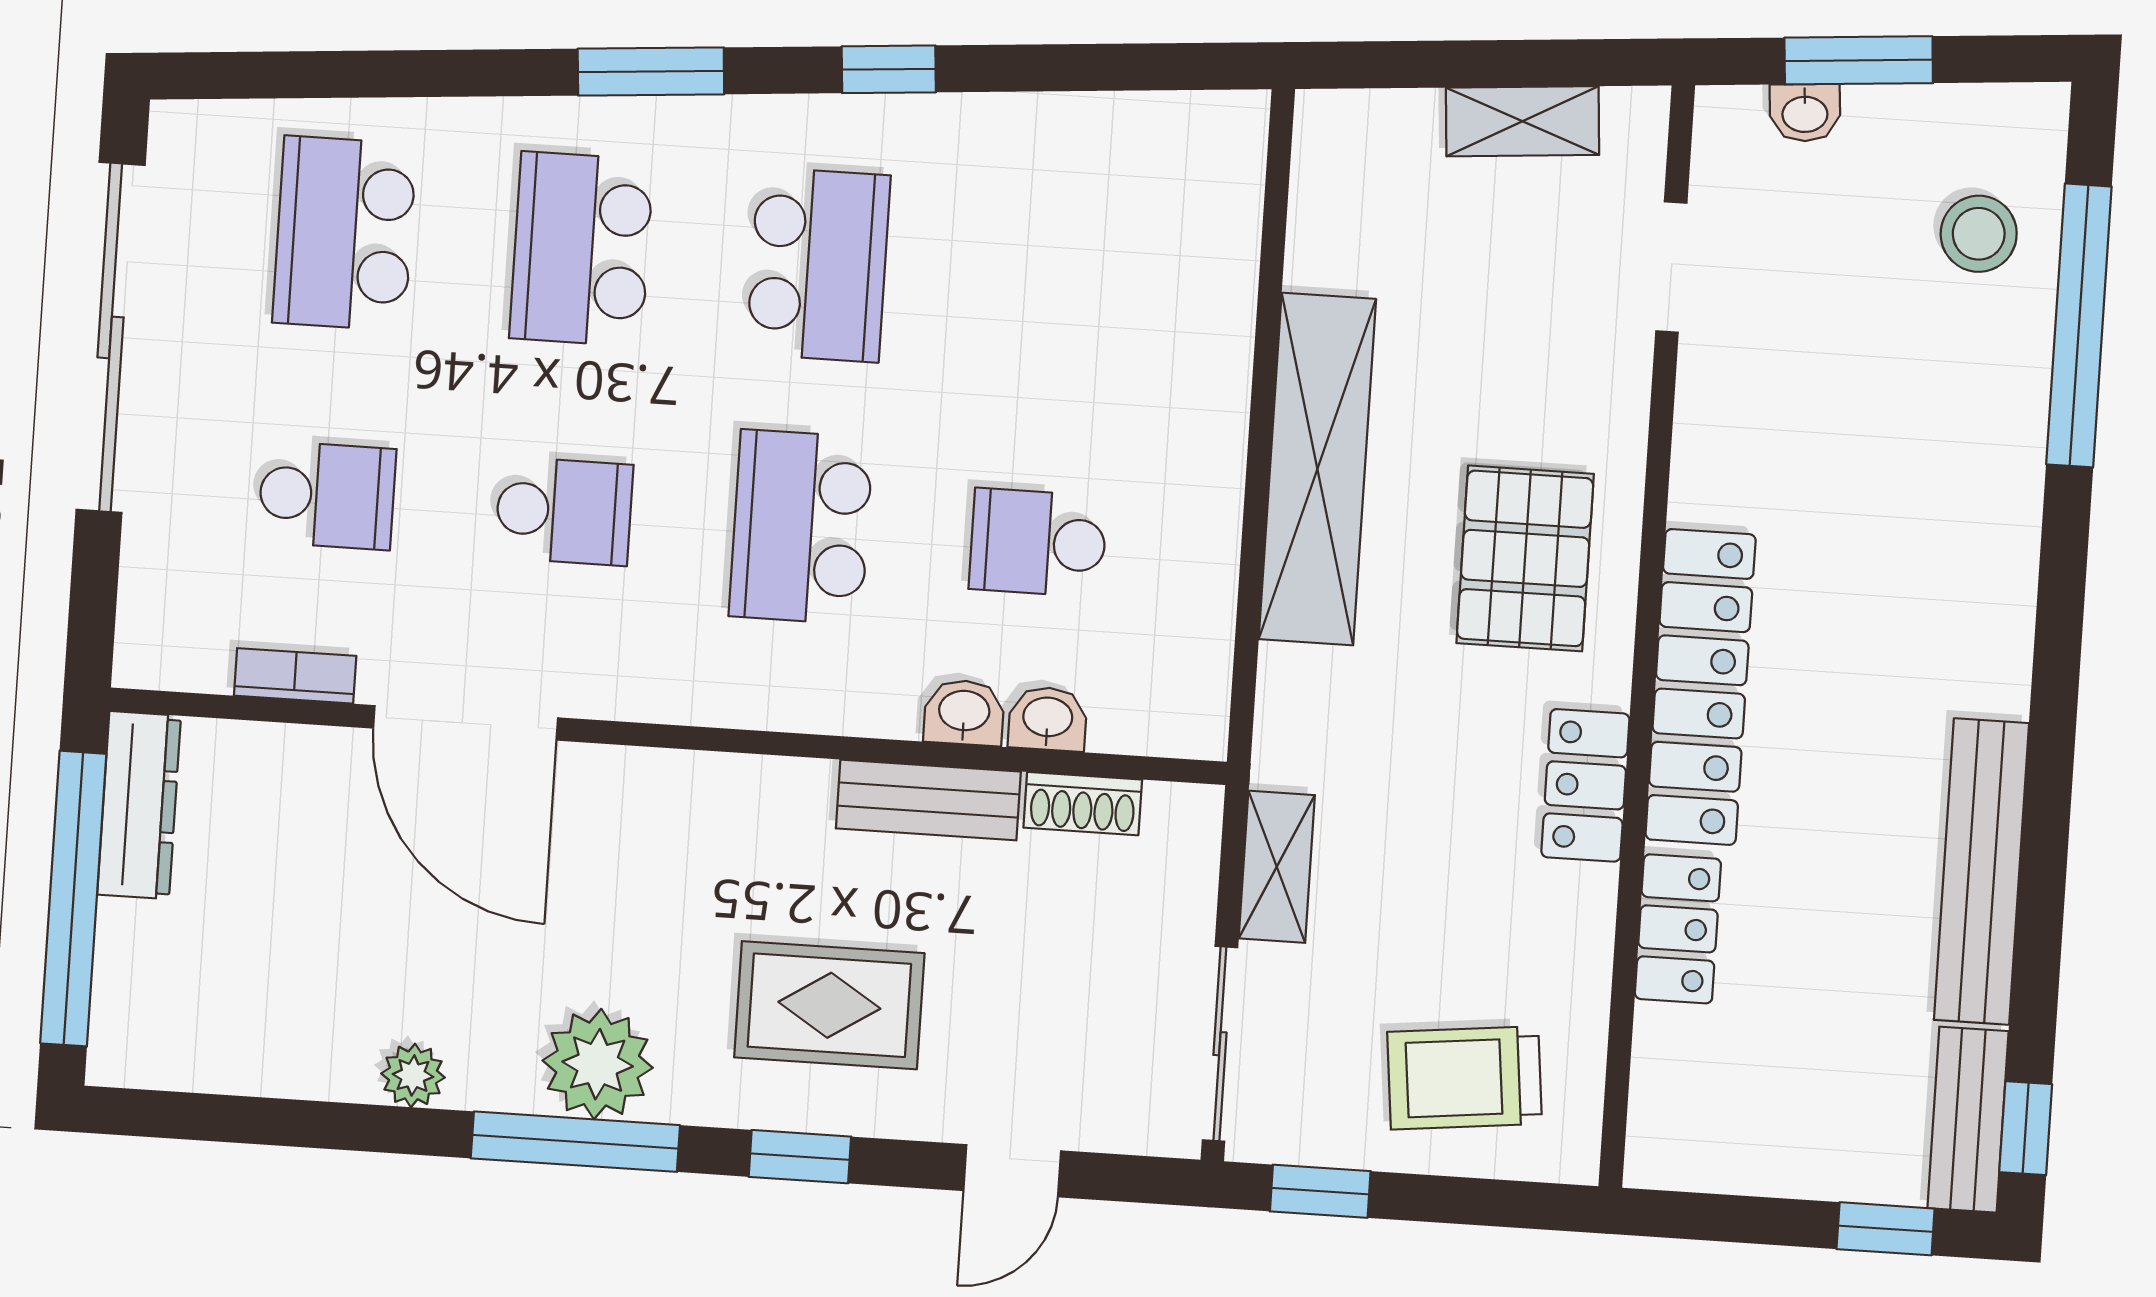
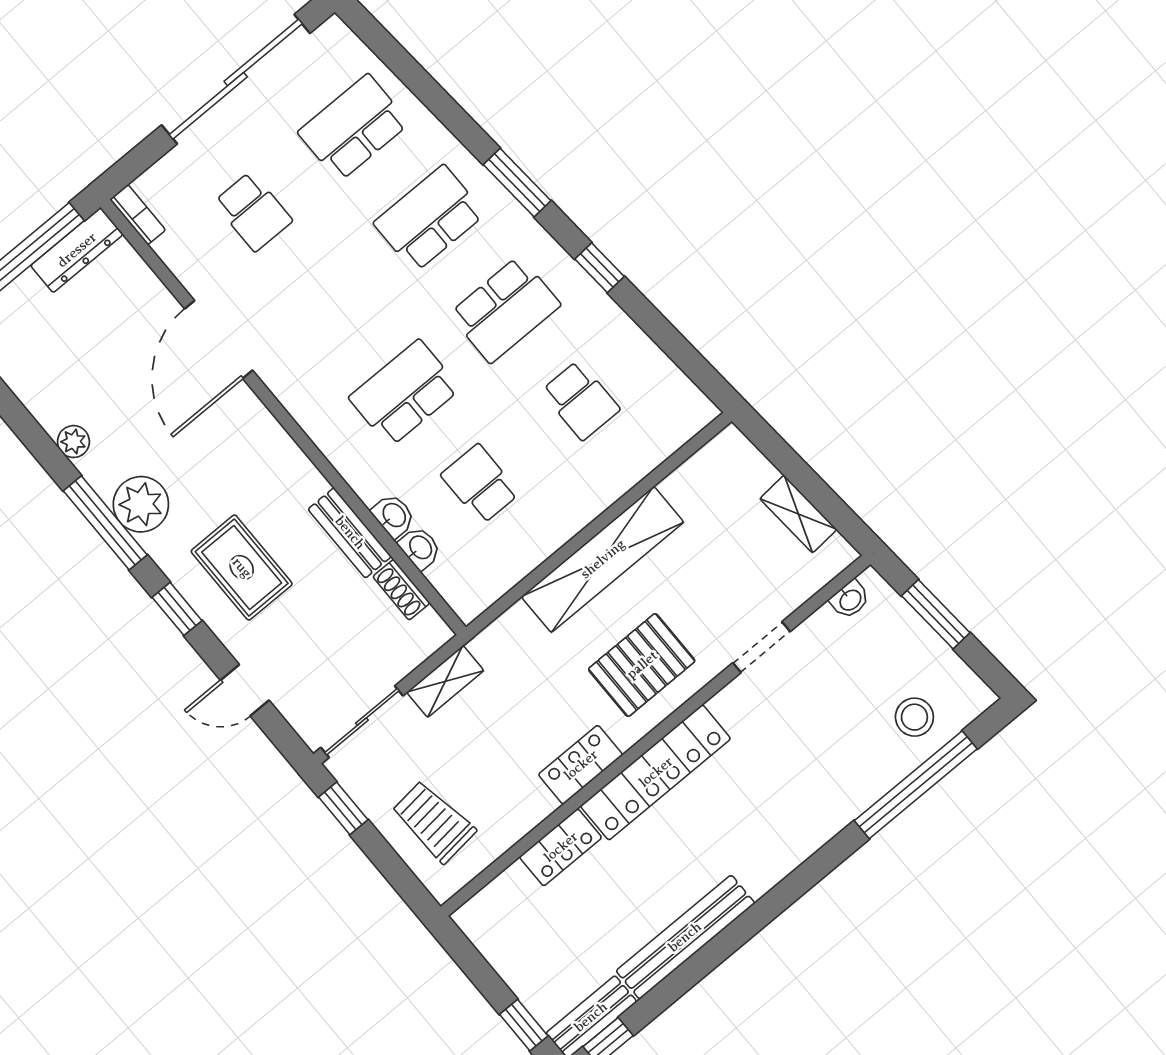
washbasin: (1805, 113) -> (850, 600), moved, turned -86
doorway: (1671, 267) -> (762, 647), moved
school desk: (564, 511) -> (581, 400), moved
bookcase: (295, 676) -> (138, 215), moved

